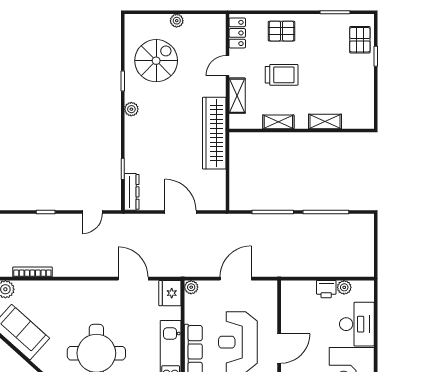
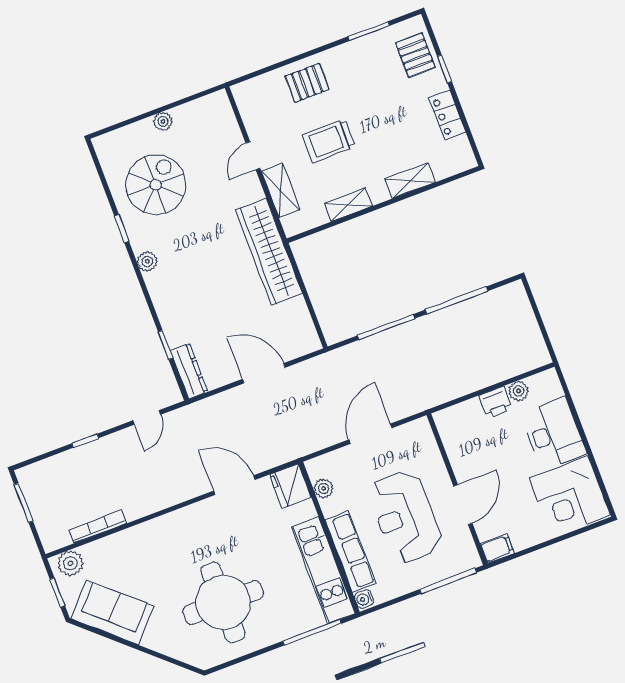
locker: (237, 33) -> (447, 115), moved, turned 180
trolley: (282, 75) -> (329, 141), turned 180
plant: (191, 287) -> (324, 488), moved

